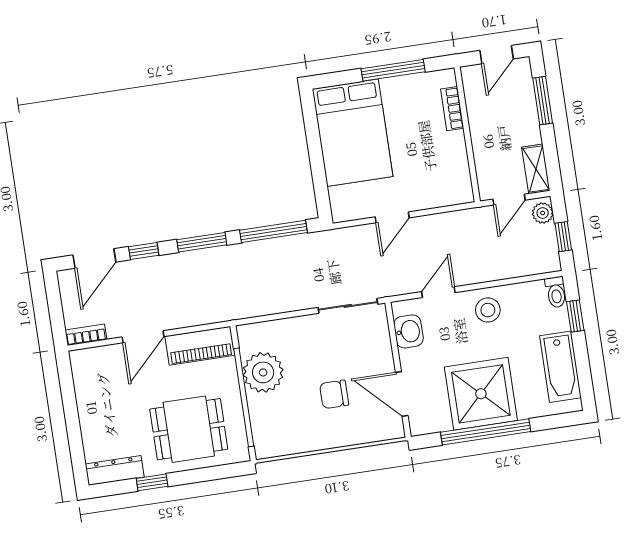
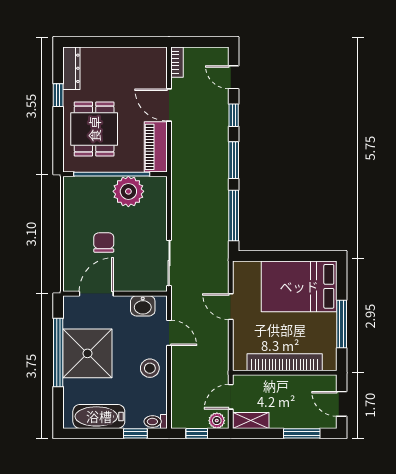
bookcase: (452, 109) -> (285, 362), width x2.31, depth x1.31
door: (509, 200) -> (231, 397), hinge flipped
door: (94, 259) -> (234, 77), width x0.73

